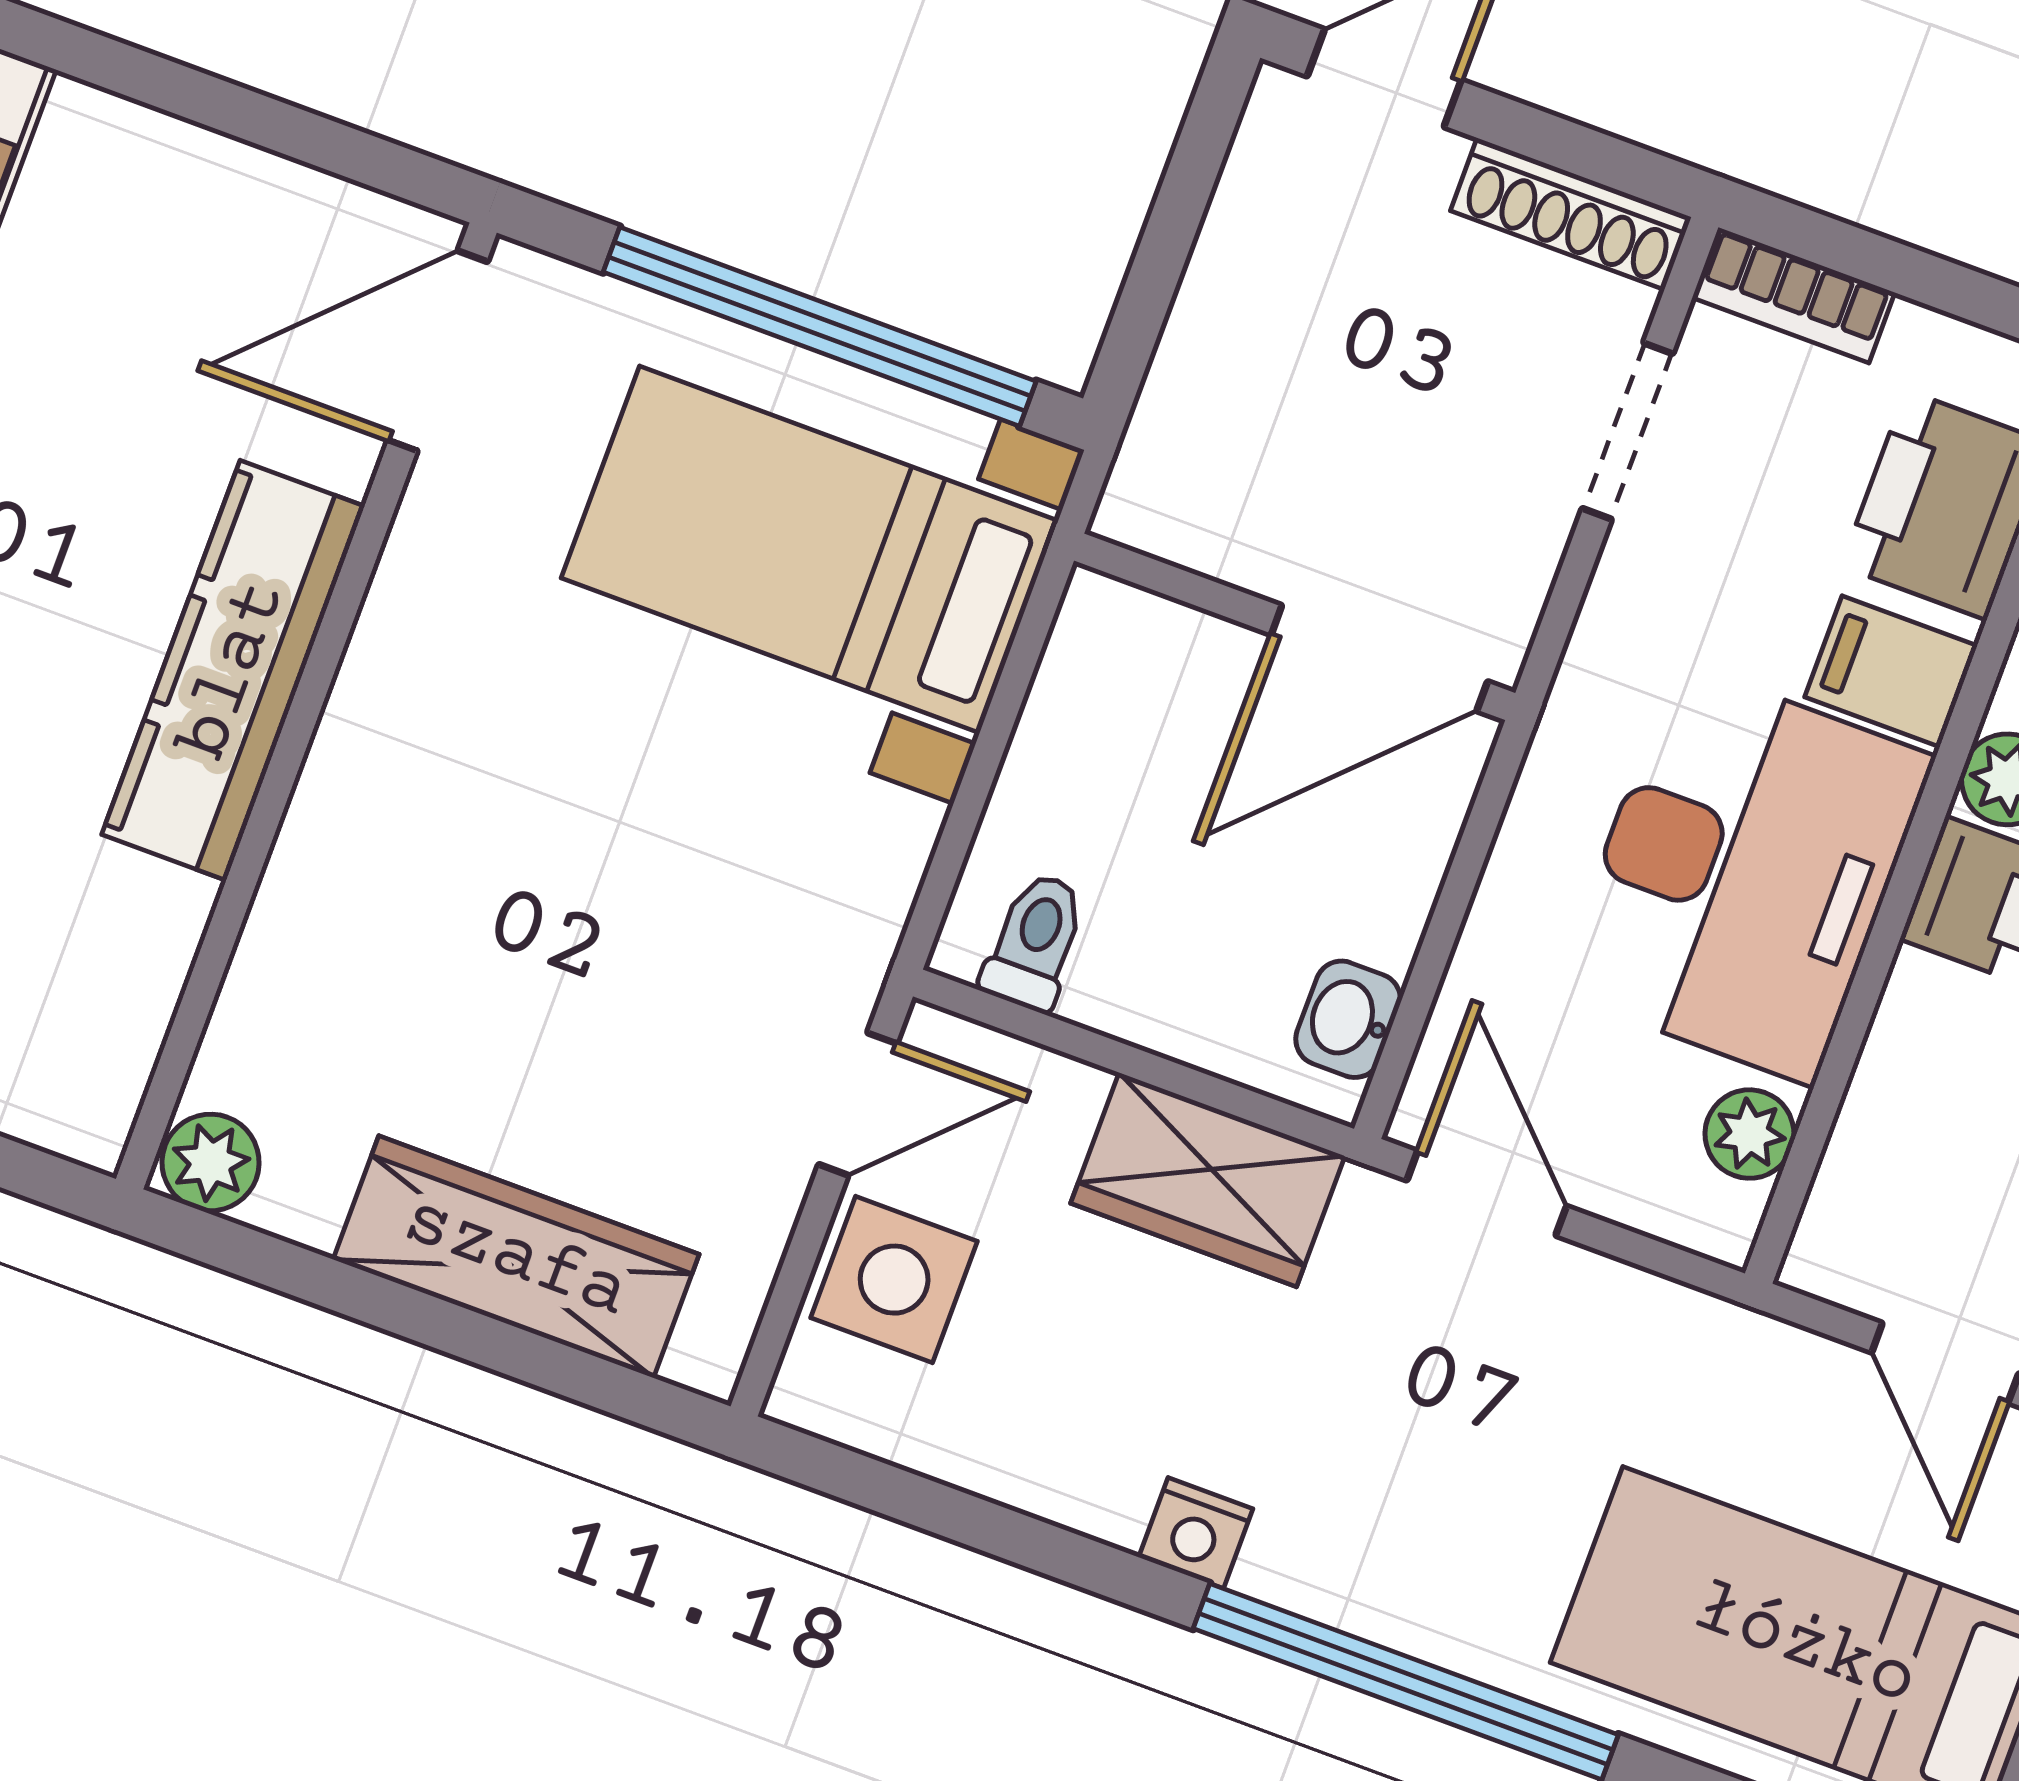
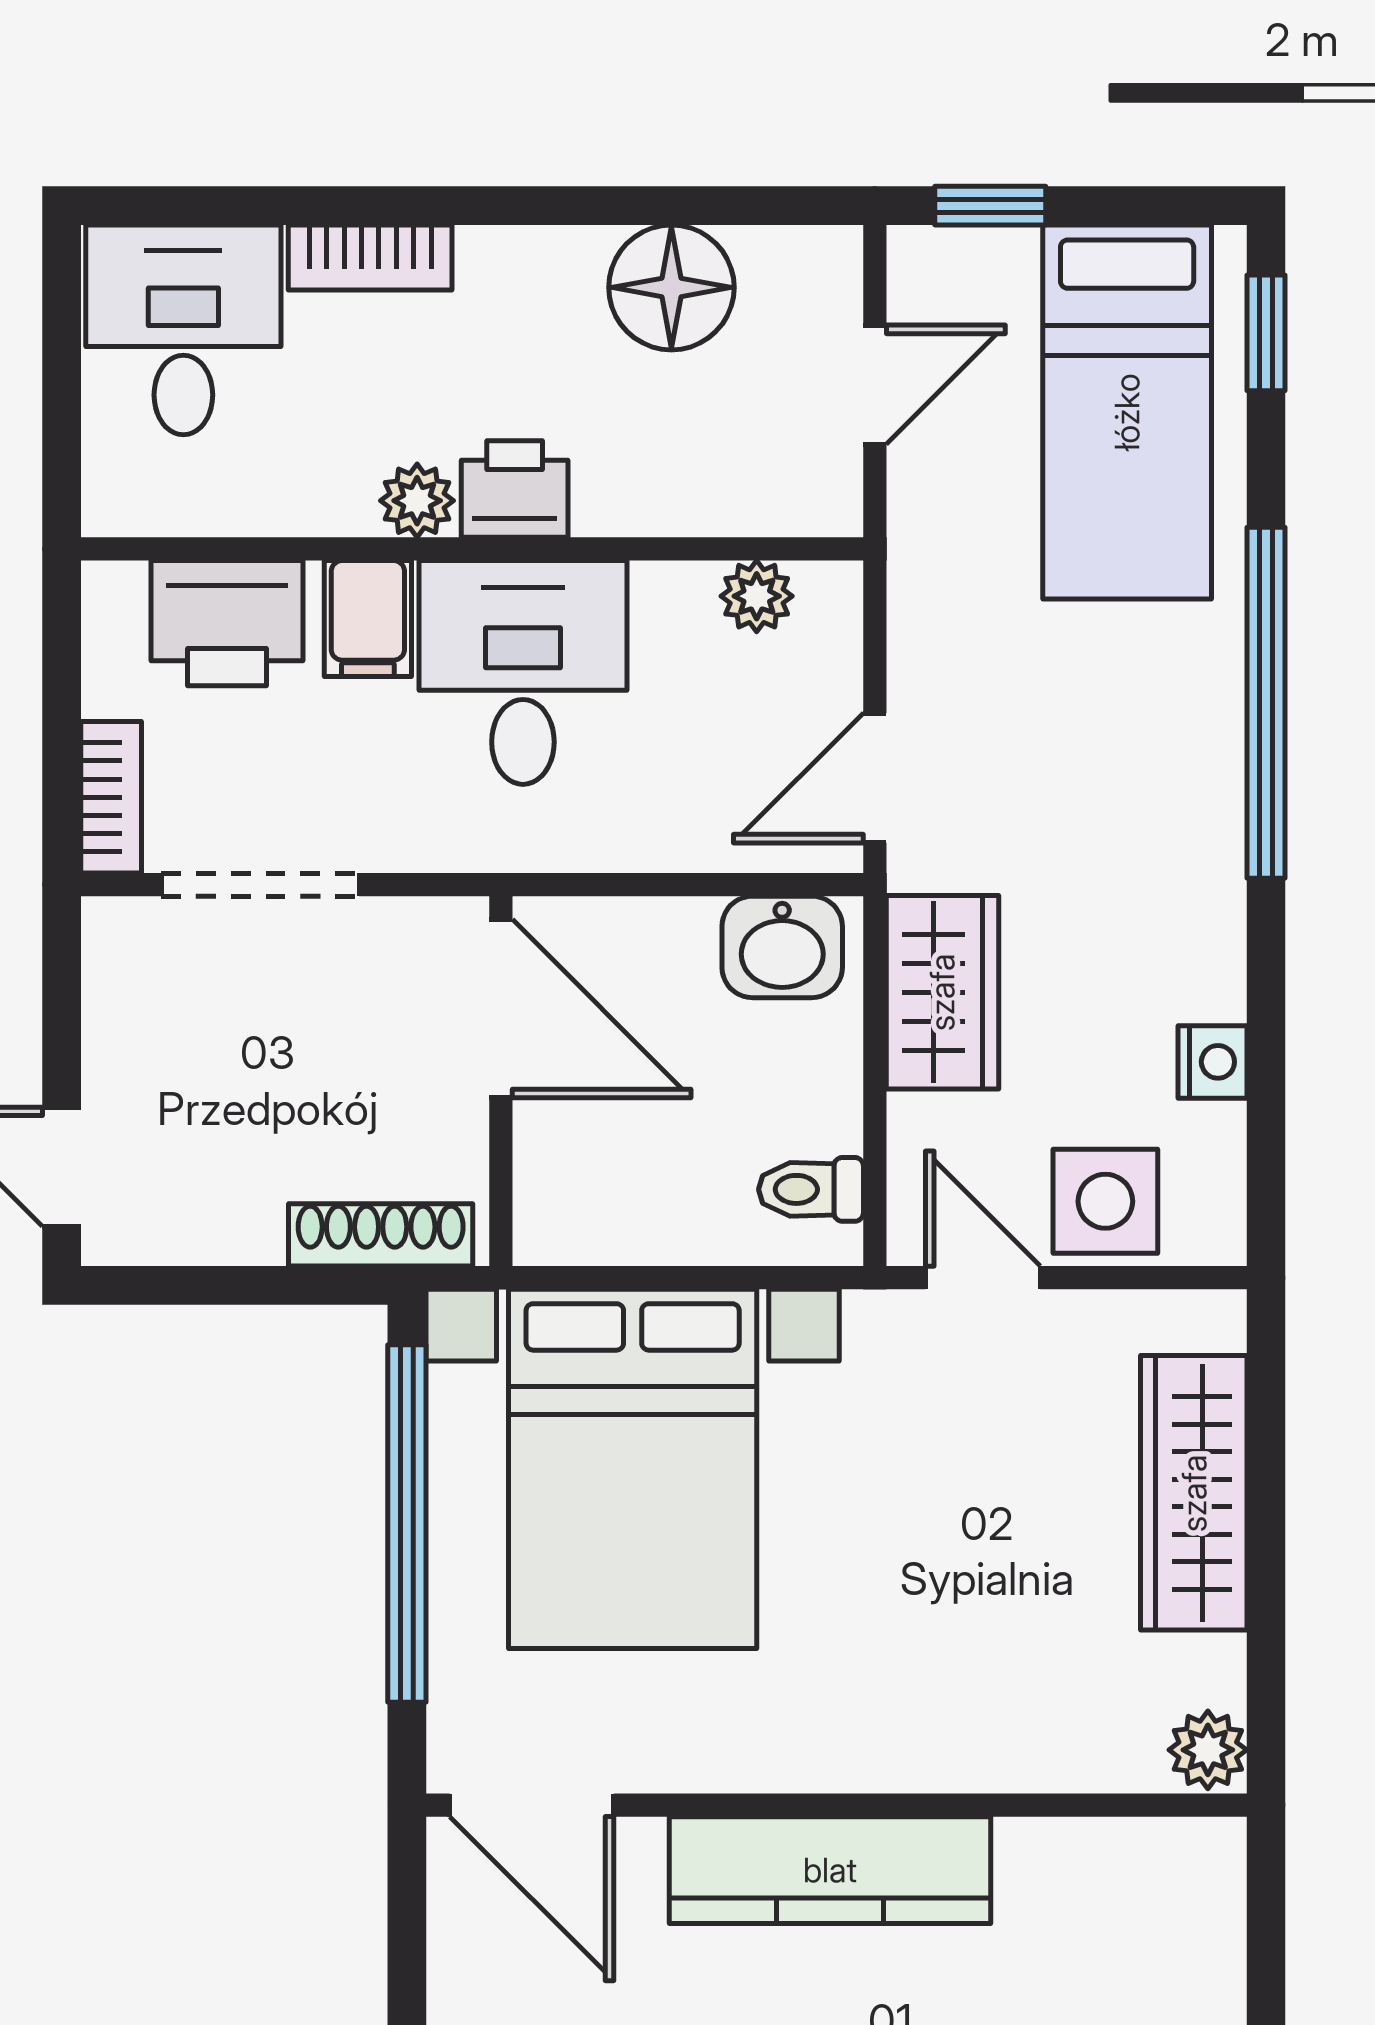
shoe rack: (1571, 214) -> (381, 1235), moved, turned -90
doorway: (1628, 431) -> (260, 885), width x1.38
bed with nightstands: (810, 549) -> (633, 1469), width x1.36
desk: (1745, 874) -> (523, 672), width x0.73
washbasin: (1348, 1019) -> (782, 947), width x1.38, depth x1.45
nightstand: (1196, 1533) -> (1212, 1062), moved

